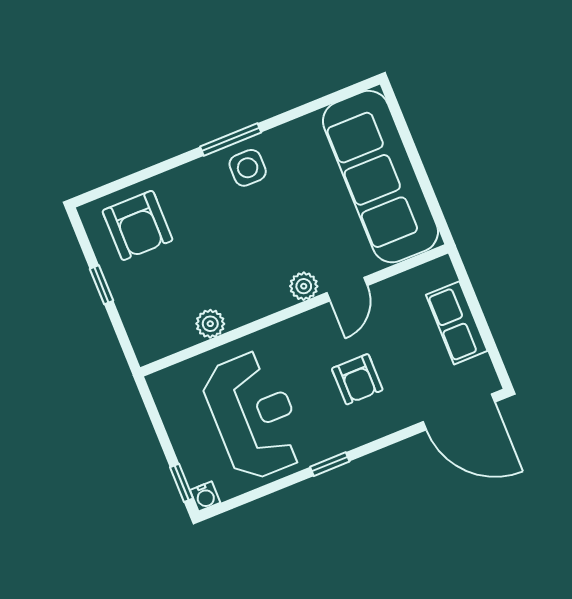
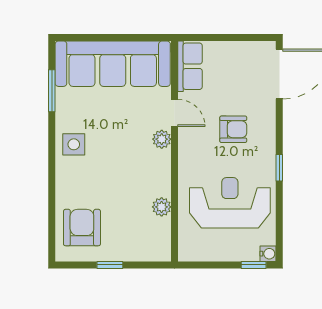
window: (231, 140) -> (52, 91), moved
armchair: (138, 225) -> (82, 228), turned -90
row of seats: (457, 323) -> (190, 66), moved, turned -90

